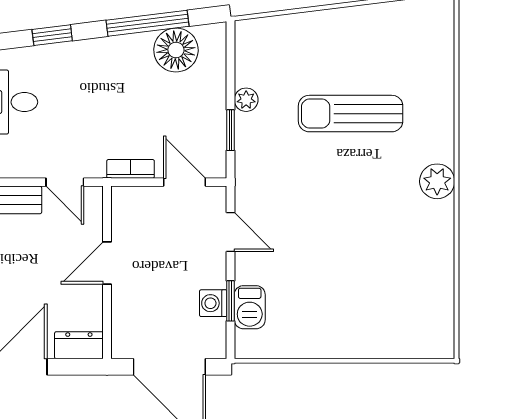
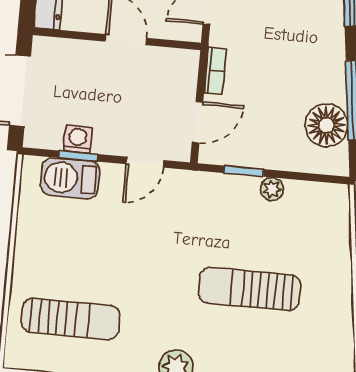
sun lounger: (351, 114) -> (249, 289), turned -90
sun lounger: (398, 294) -> (71, 319), added
barbecue: (250, 307) -> (70, 178), width x1.38, depth x1.27

